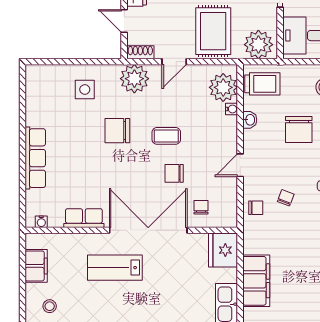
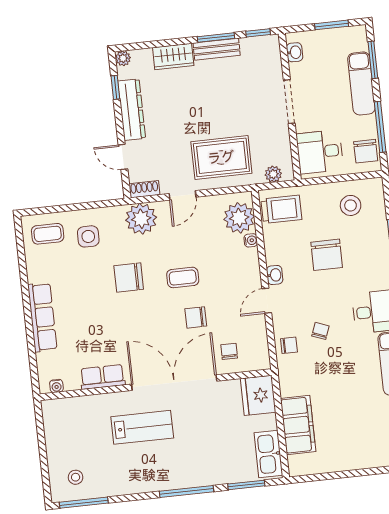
rug: (213, 31) -> (221, 157), turned 90
plant: (258, 45) -> (273, 174), width x0.53, depth x0.53
coffee table: (48, 83) -> (48, 234), added
washbasin: (250, 120) -> (275, 275), moved
filing cabinet: (36, 266) -> (56, 435), removed
lab bench: (115, 268) -> (142, 427), turned 180

